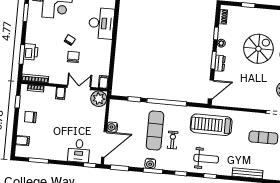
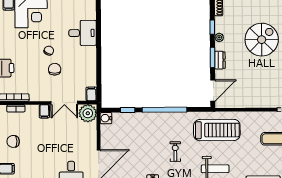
desk: (101, 23) -> (83, 33), width x0.73
double door: (79, 87) -> (64, 103), swing flipped
treadmill: (211, 125) -> (217, 130), turned 180
water cooler: (112, 127) -> (106, 118), moved
exercise mat: (155, 130) -> (154, 143), removed

